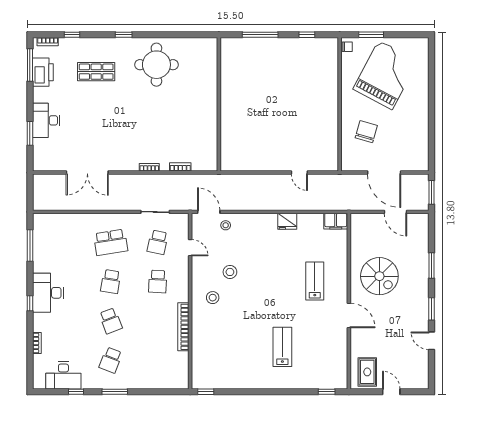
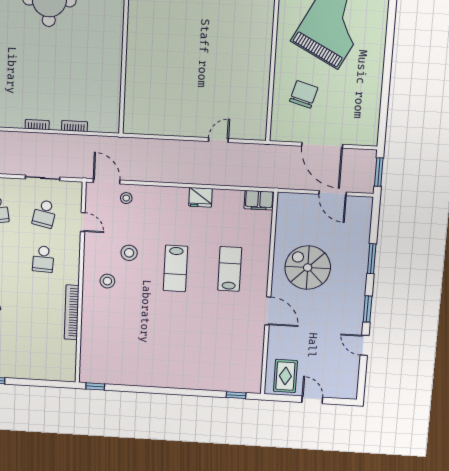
door: (299, 173) -> (218, 140), swing flipped
spiral stairs: (379, 276) -> (308, 268), turned 180
lab bench: (282, 347) -> (175, 268), moved, turned 180

